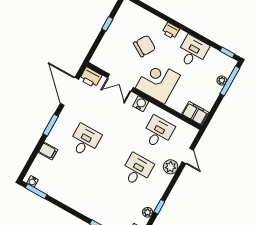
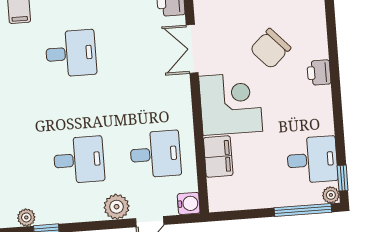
chair: (144, 46) -> (270, 49), turned 106
desk: (193, 52) -> (312, 160), moved
plant: (222, 80) -> (331, 195), moved
water cooler: (141, 104) -> (189, 203), moved
filing cabinet: (195, 113) -> (218, 156), moved

